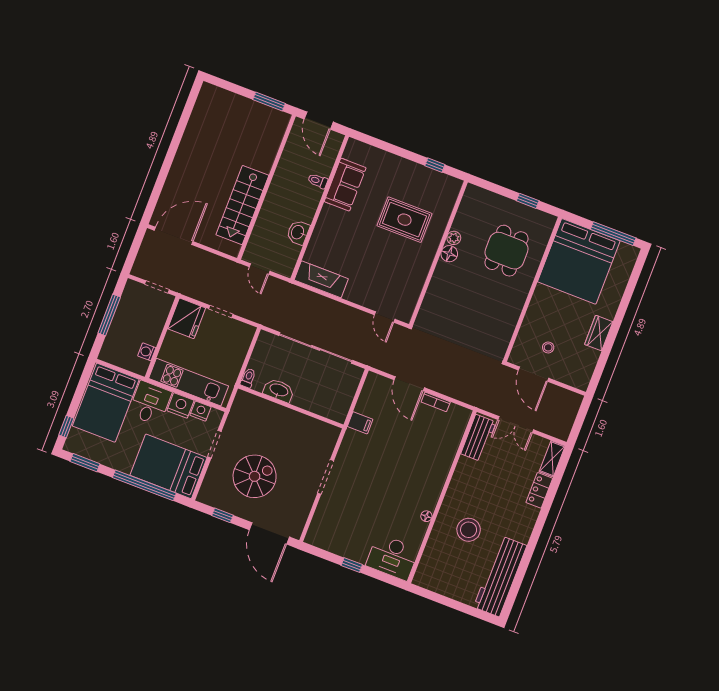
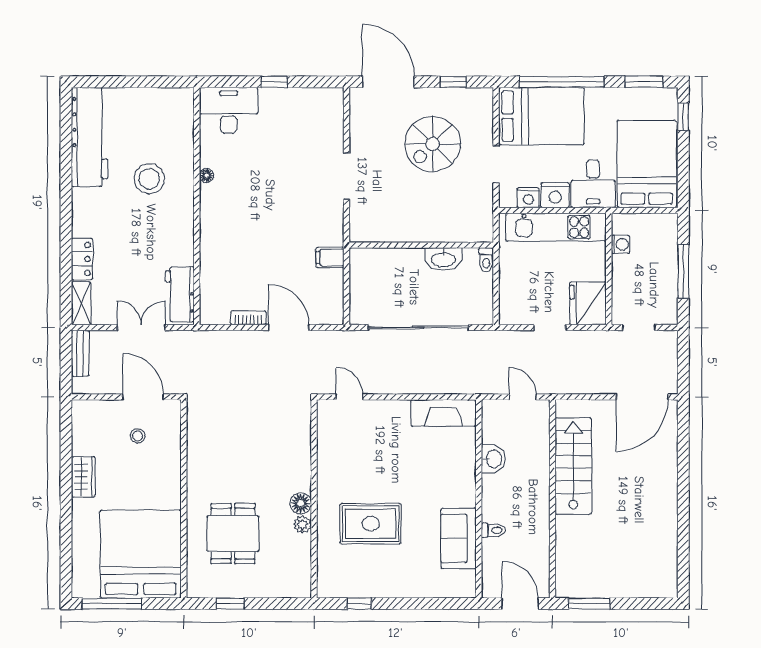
bench: (567, 423) -> (80, 353), added

